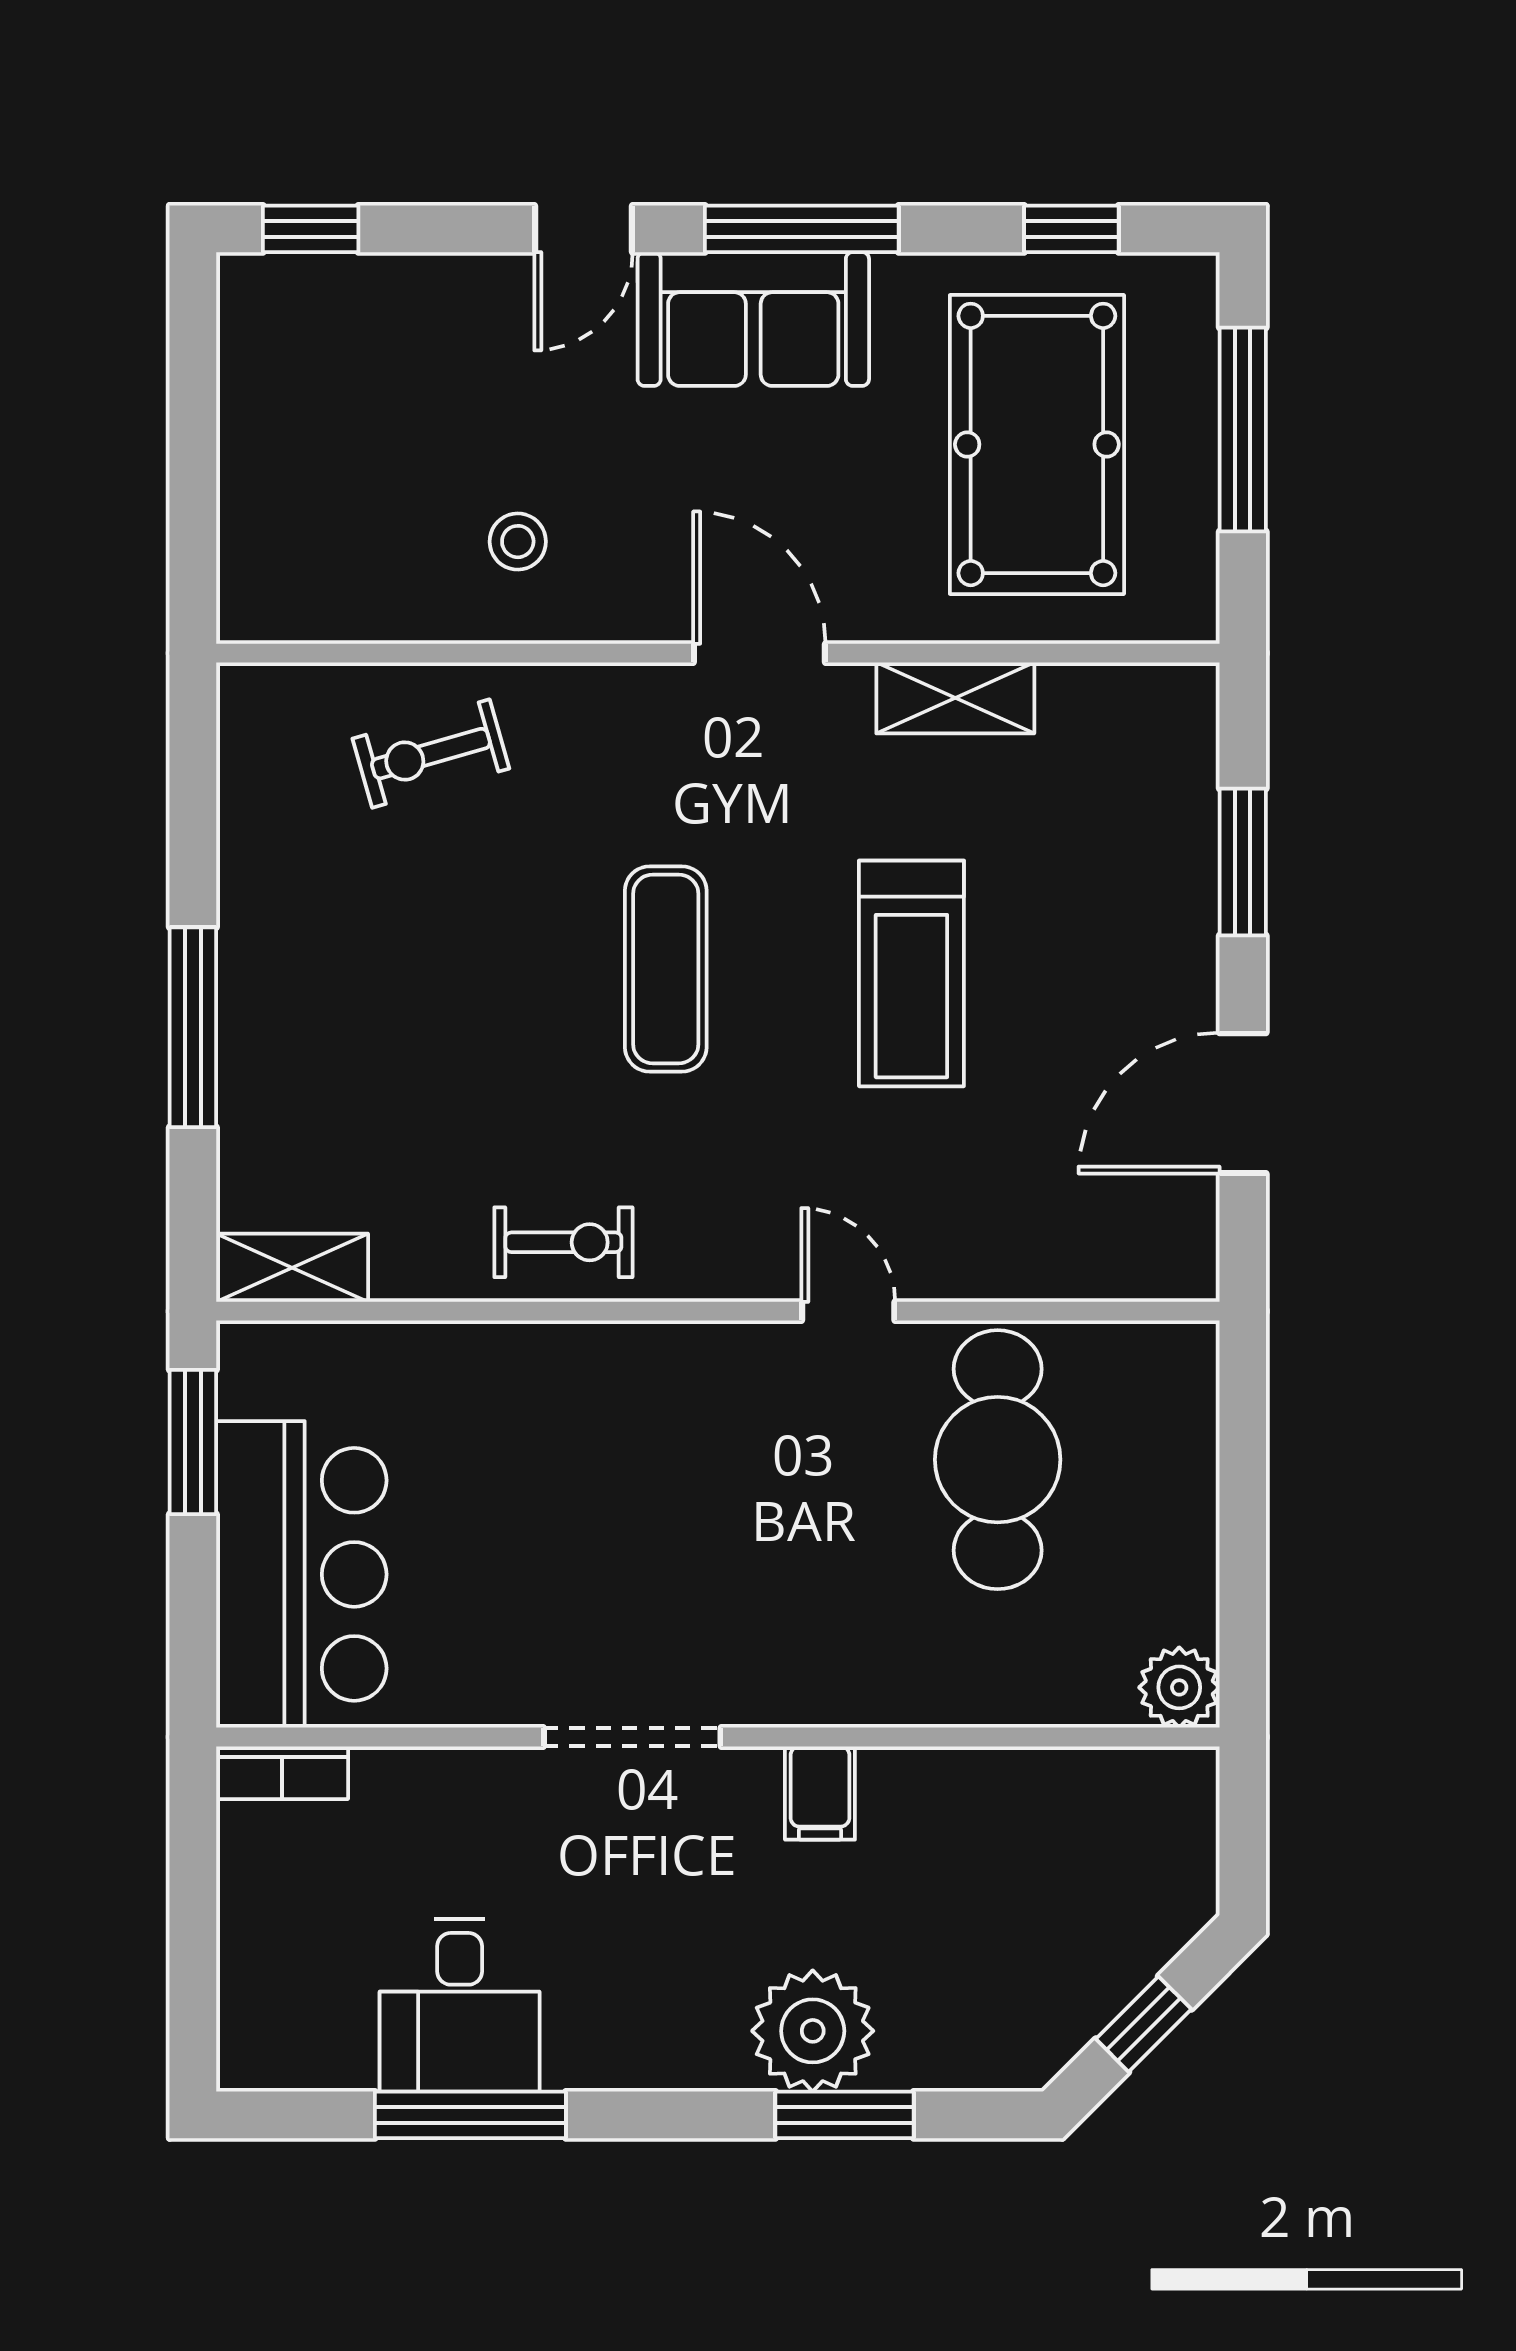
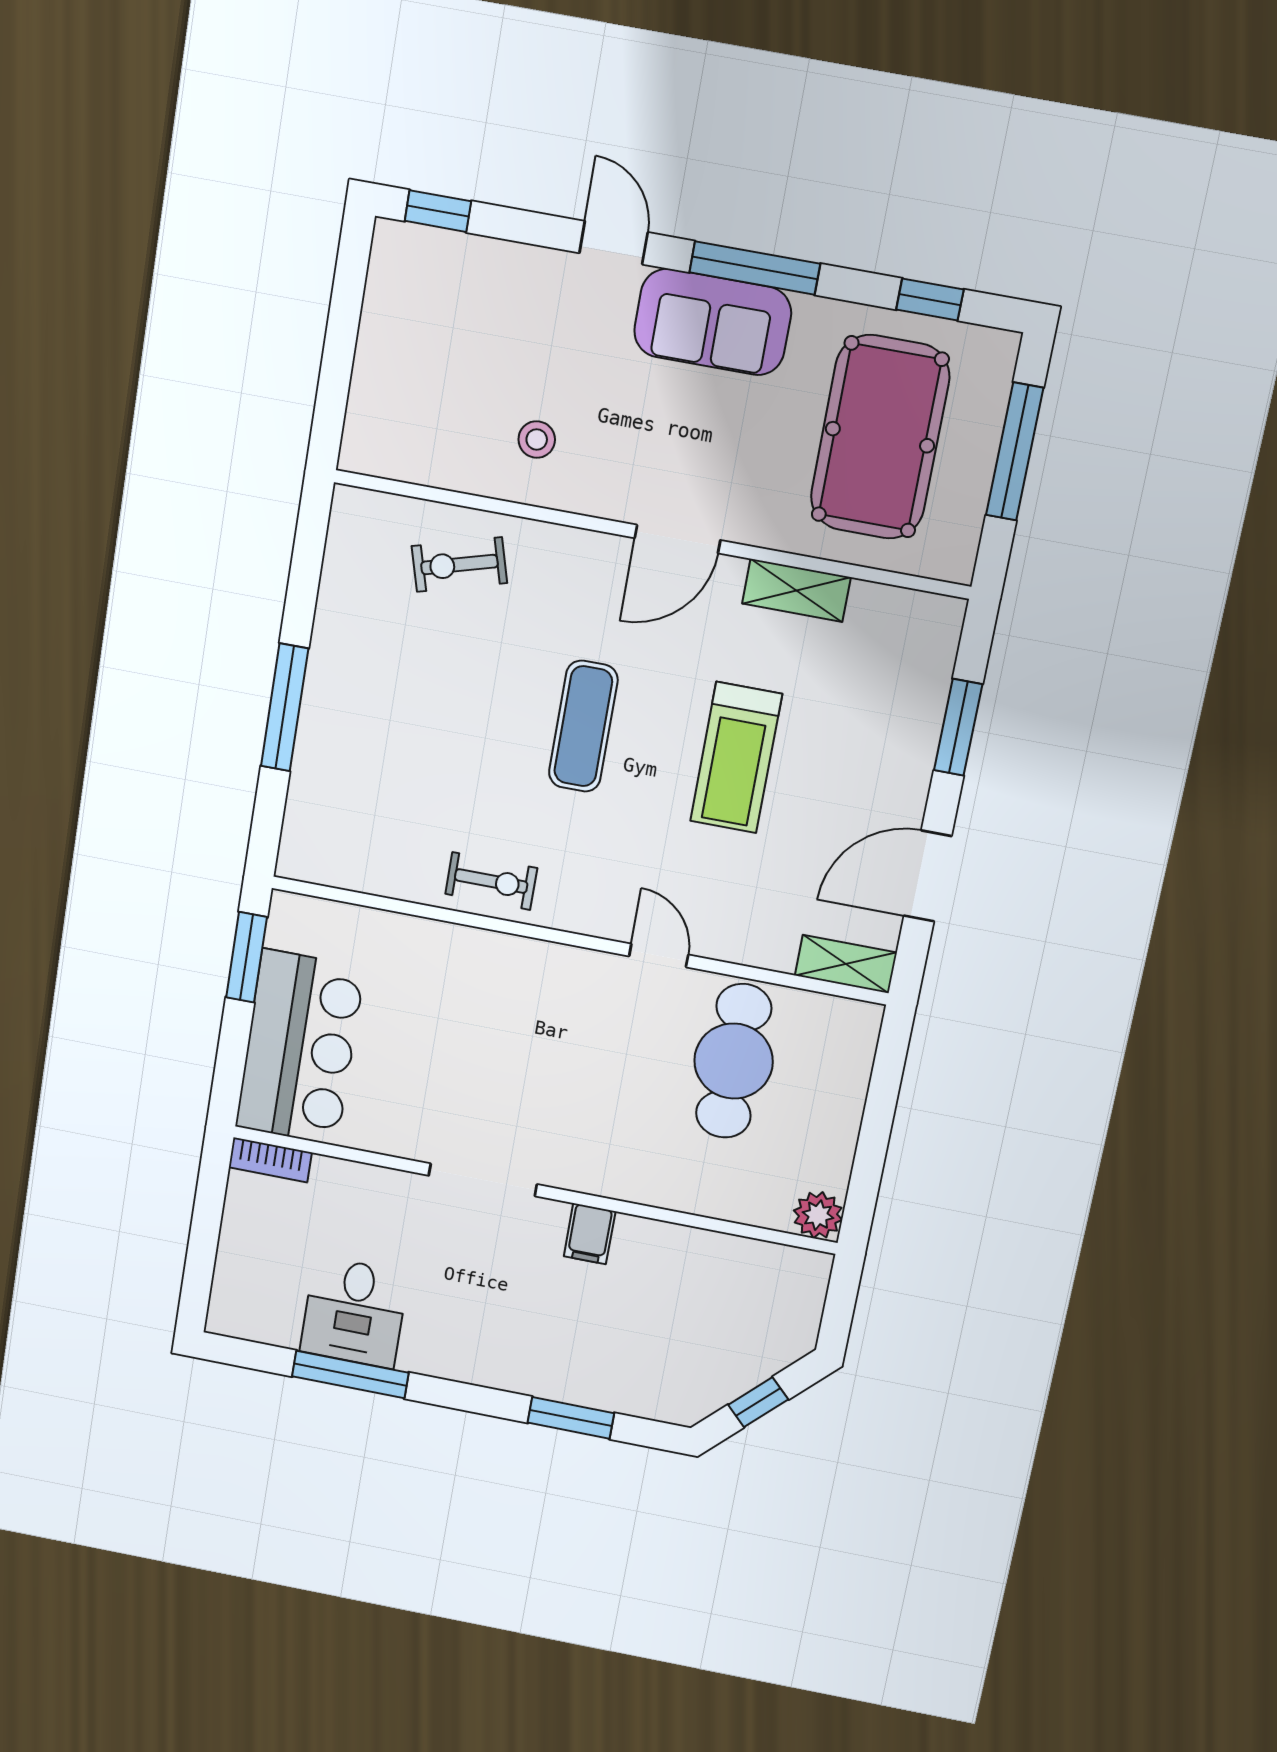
door: (584, 229) -> (614, 243), swing flipped
door: (759, 653) -> (677, 539), swing flipped
shelving: (292, 1268) -> (846, 964), moved
plant: (813, 2031) -> (561, 1367), removed

